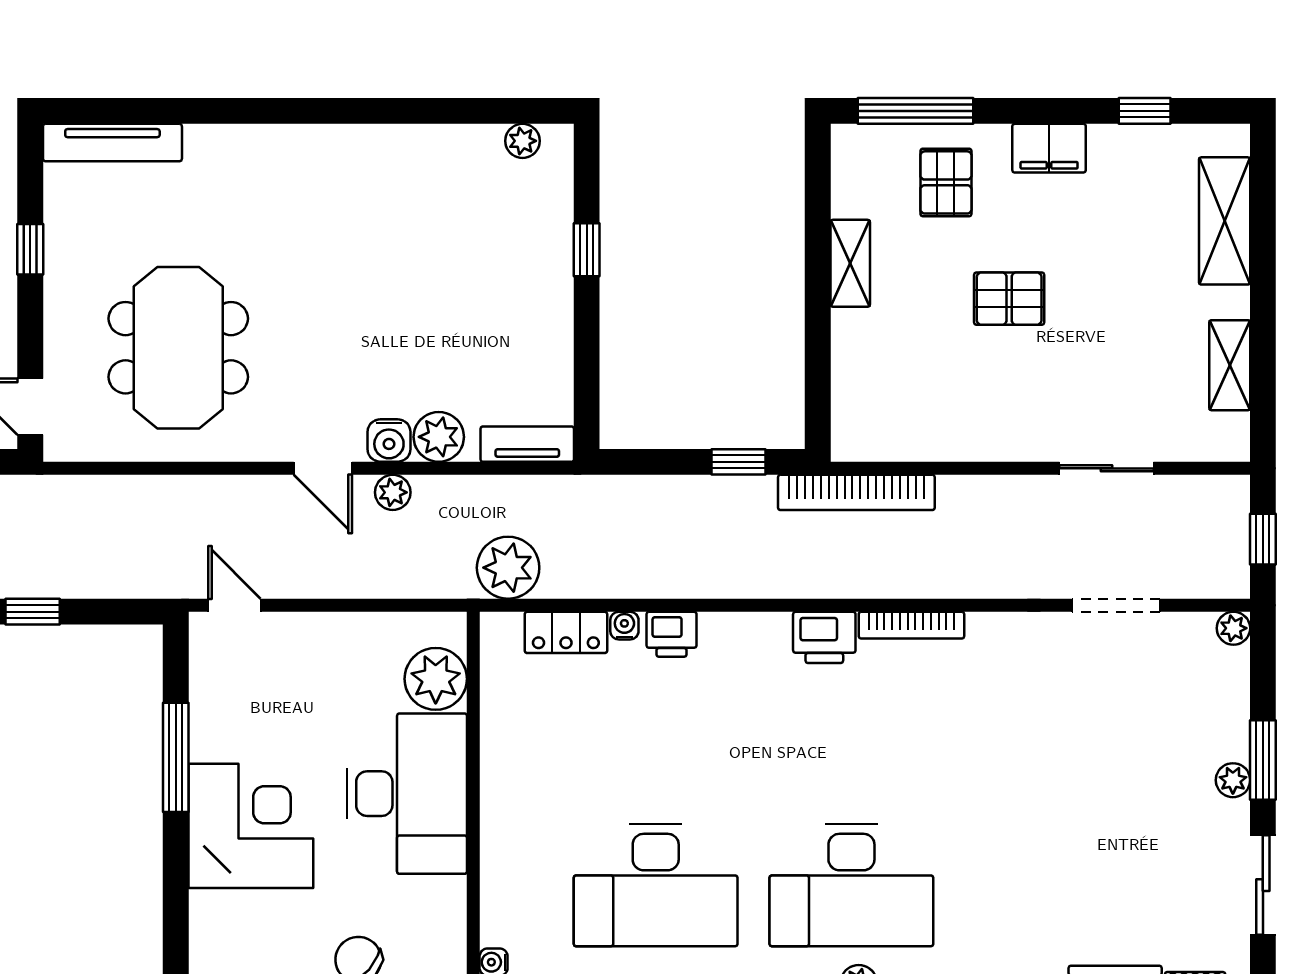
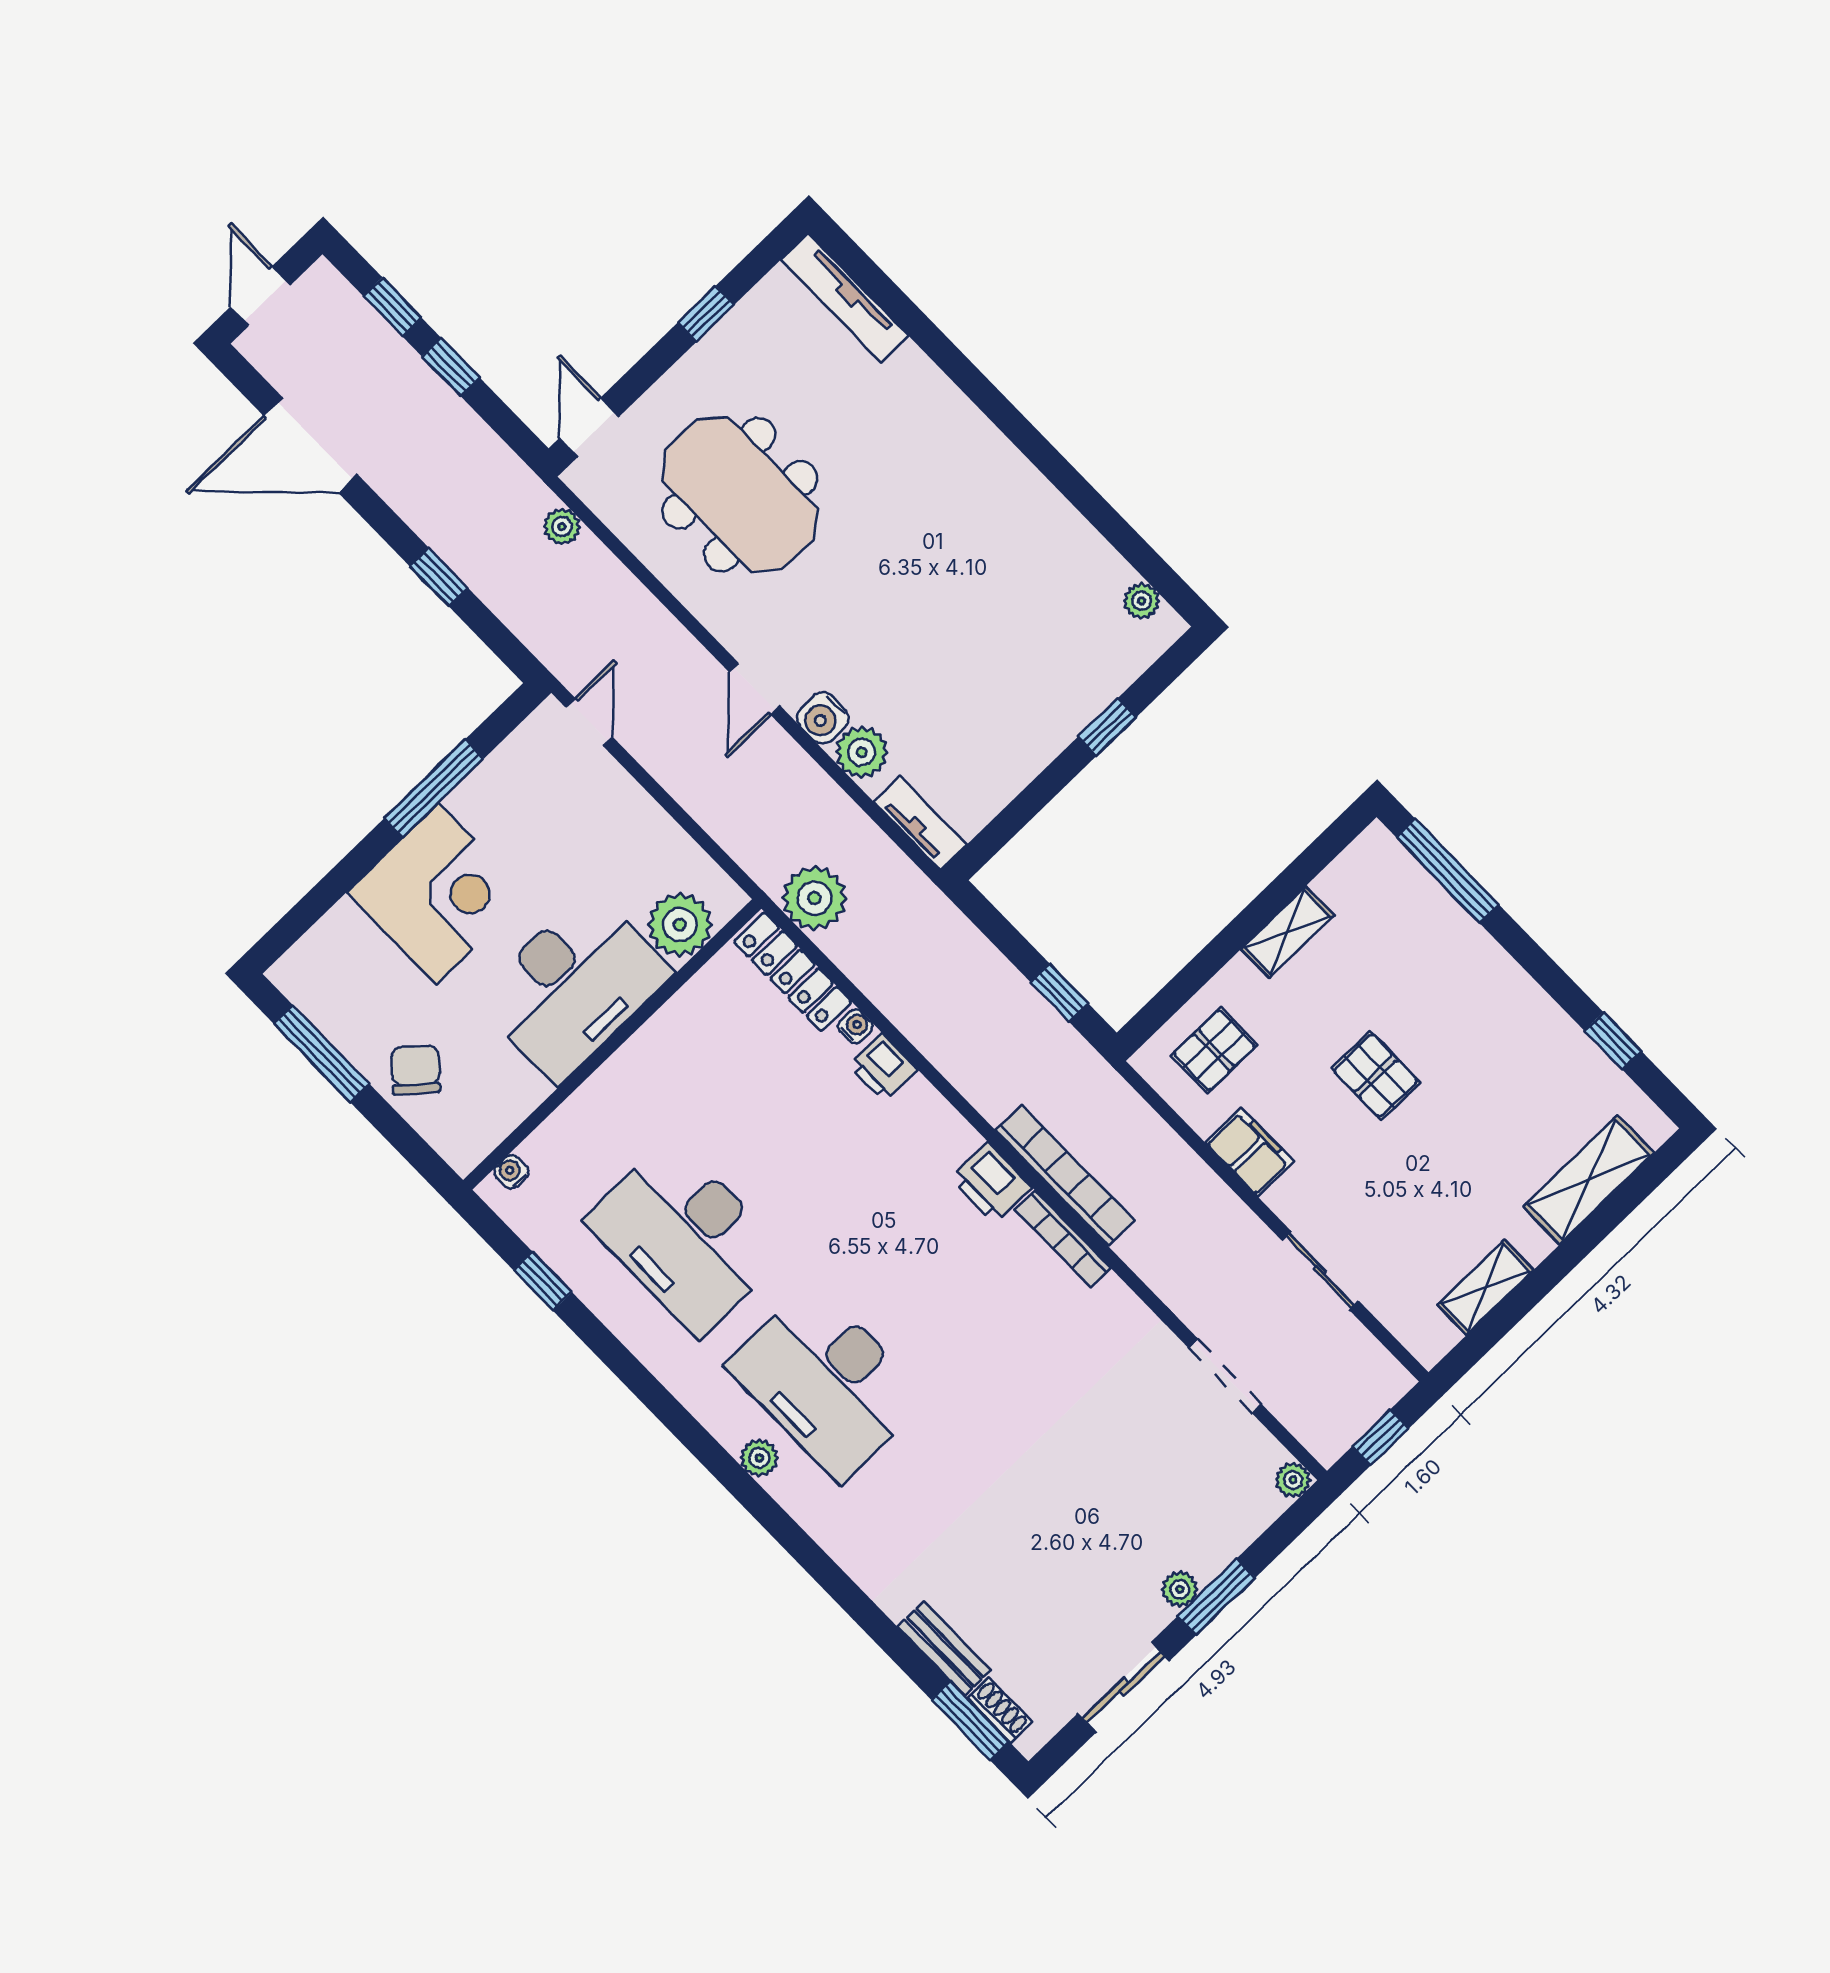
filing cabinet: (1049, 148) -> (1250, 1152), moved, turned 180
pallet: (946, 182) -> (1214, 1050), moved
meeting table: (178, 348) -> (740, 495), turned 90
plant: (393, 492) -> (562, 527), moved
bookcase: (856, 492) -> (1065, 1175), moved, turned 180
locker: (566, 632) -> (793, 972), width x1.53

